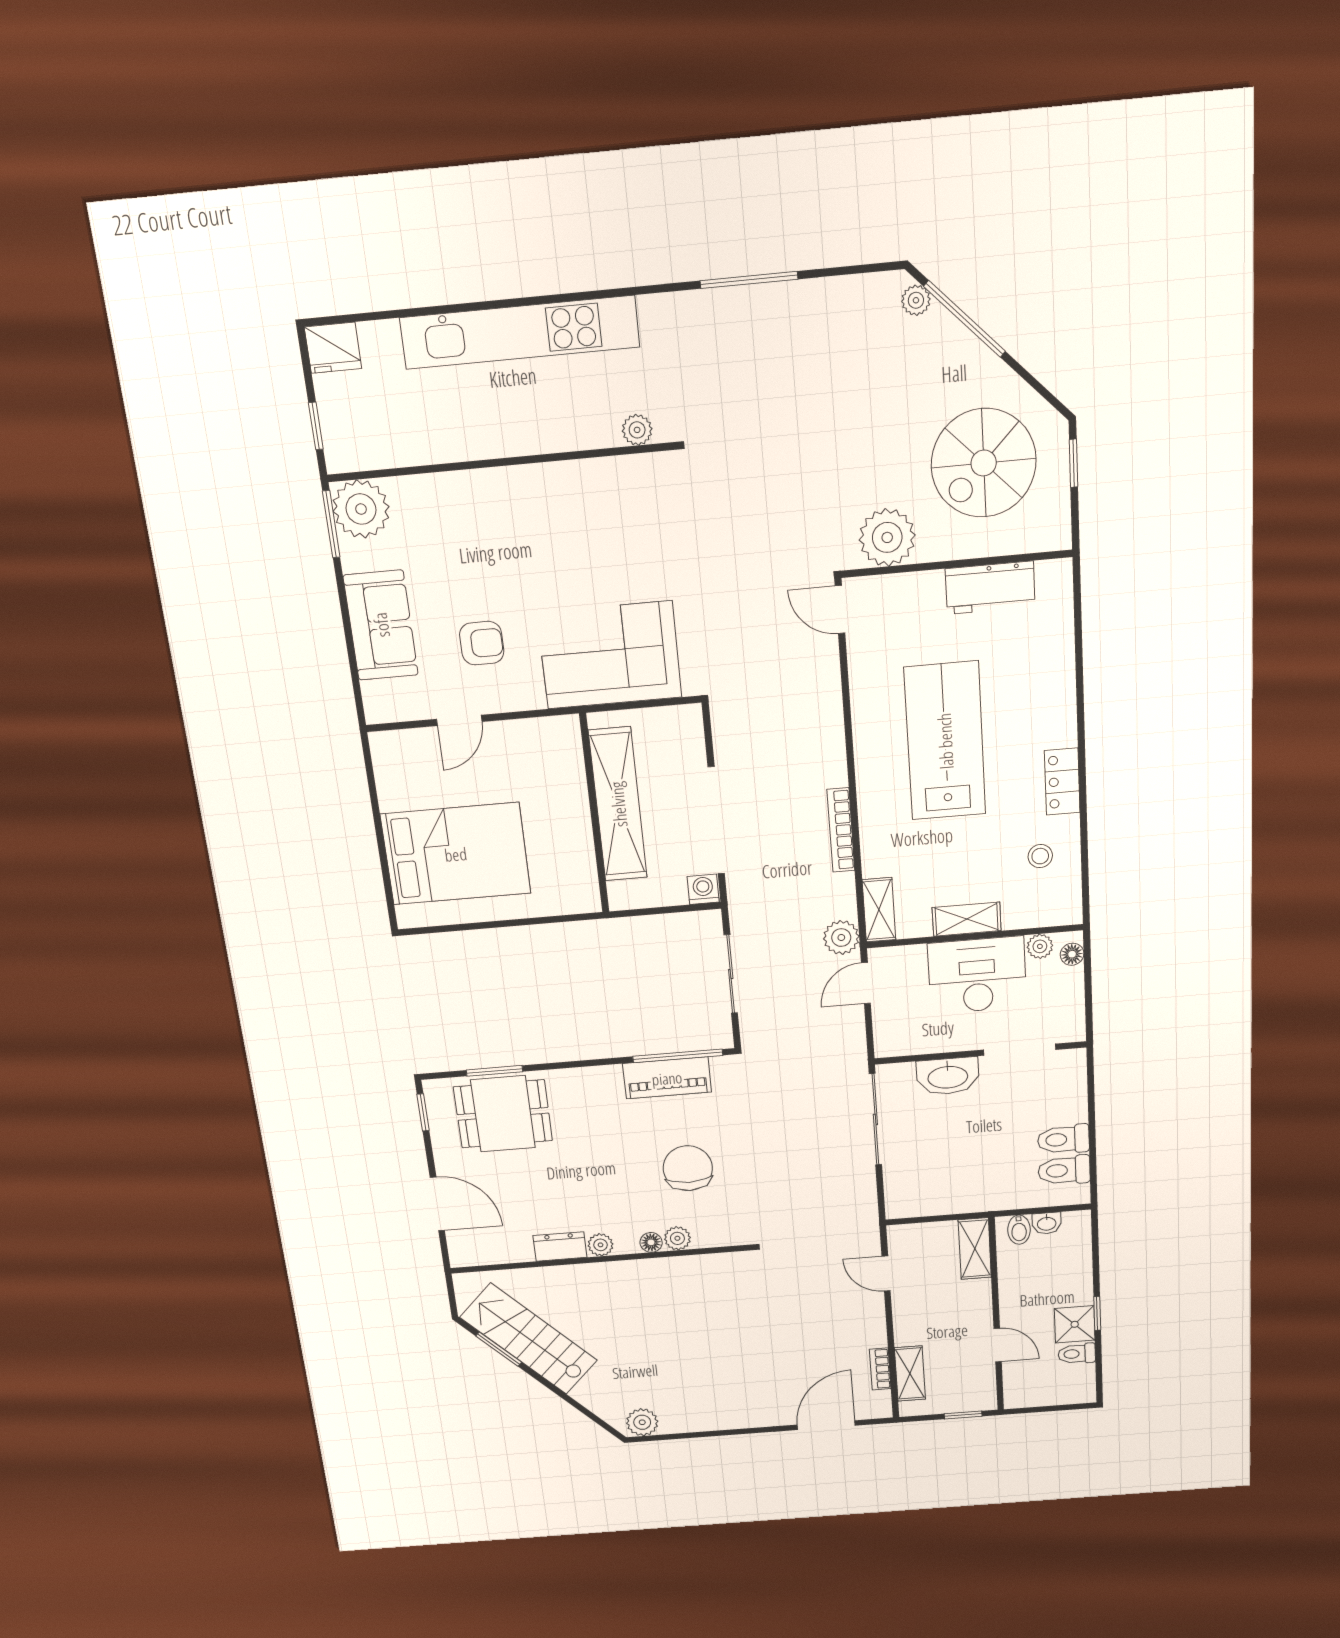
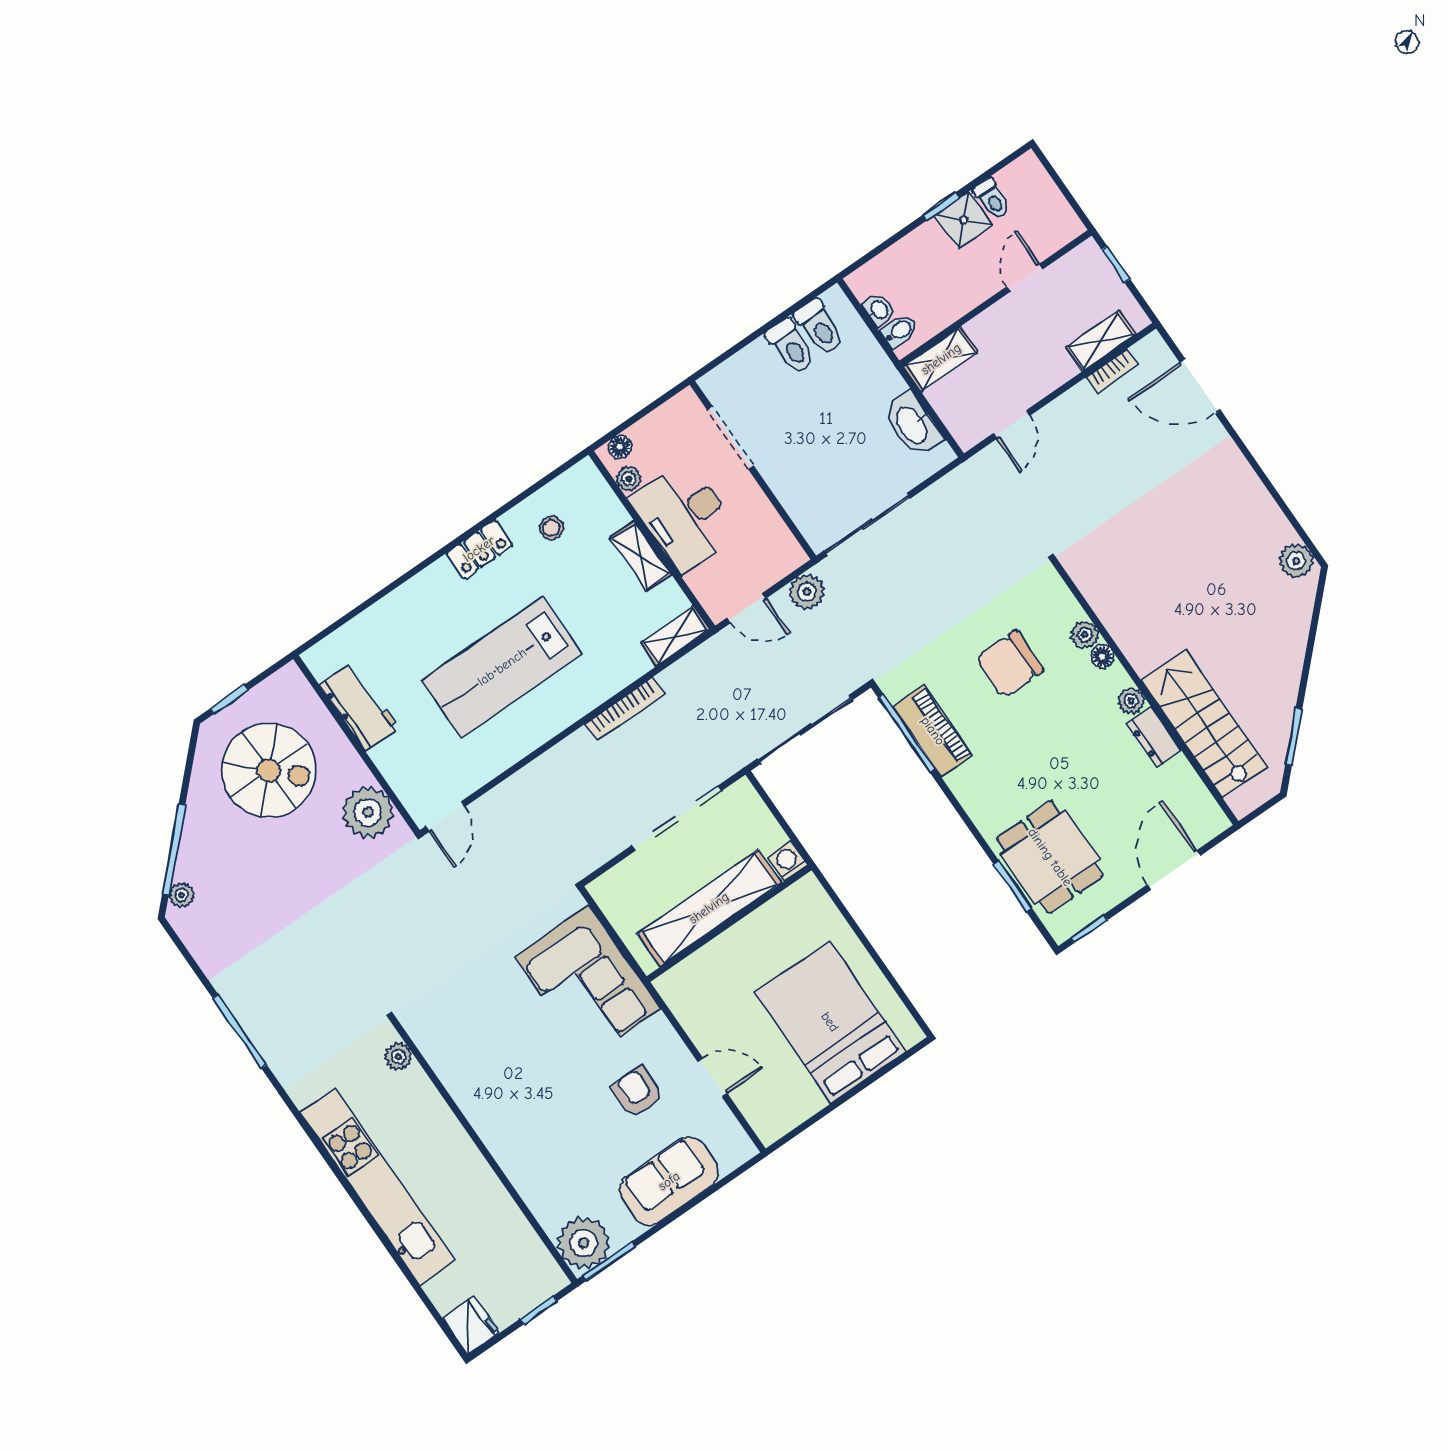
washing machine: (703, 889) -> (788, 861), moved, turned 90
plant: (841, 938) -> (807, 592), moved
sliding door: (731, 974) -> (805, 729), width x1.37
washbasin: (948, 1076) -> (912, 424), moved, turned 180
stairs: (529, 1339) -> (1204, 724), moved, turned 135

